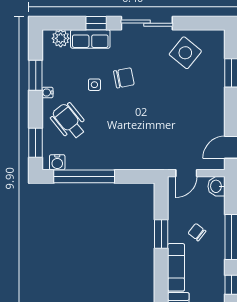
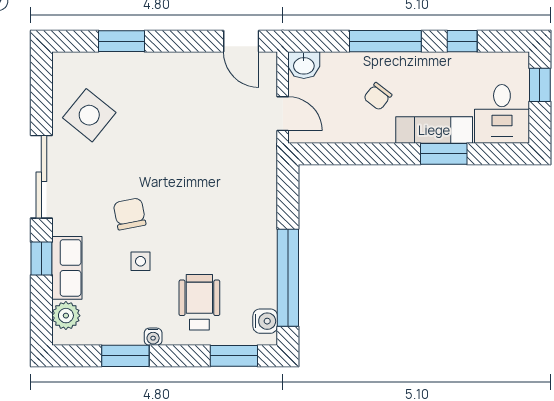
wheelchair: (69, 121) -> (199, 302), turned 129
window: (161, 234) -> (444, 154), moved

